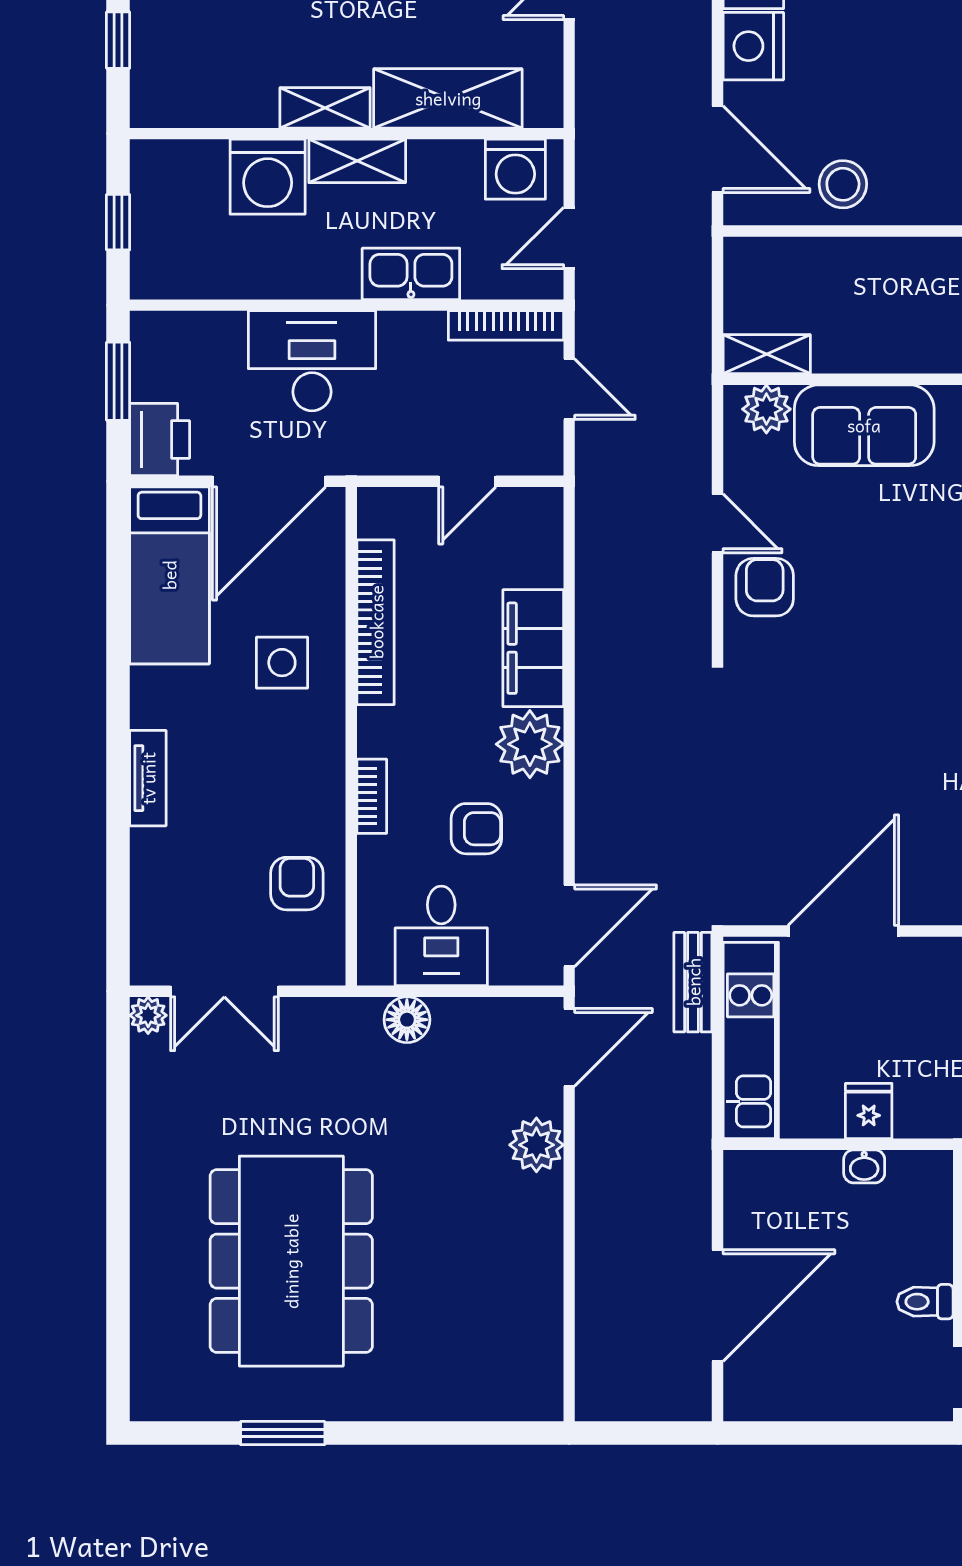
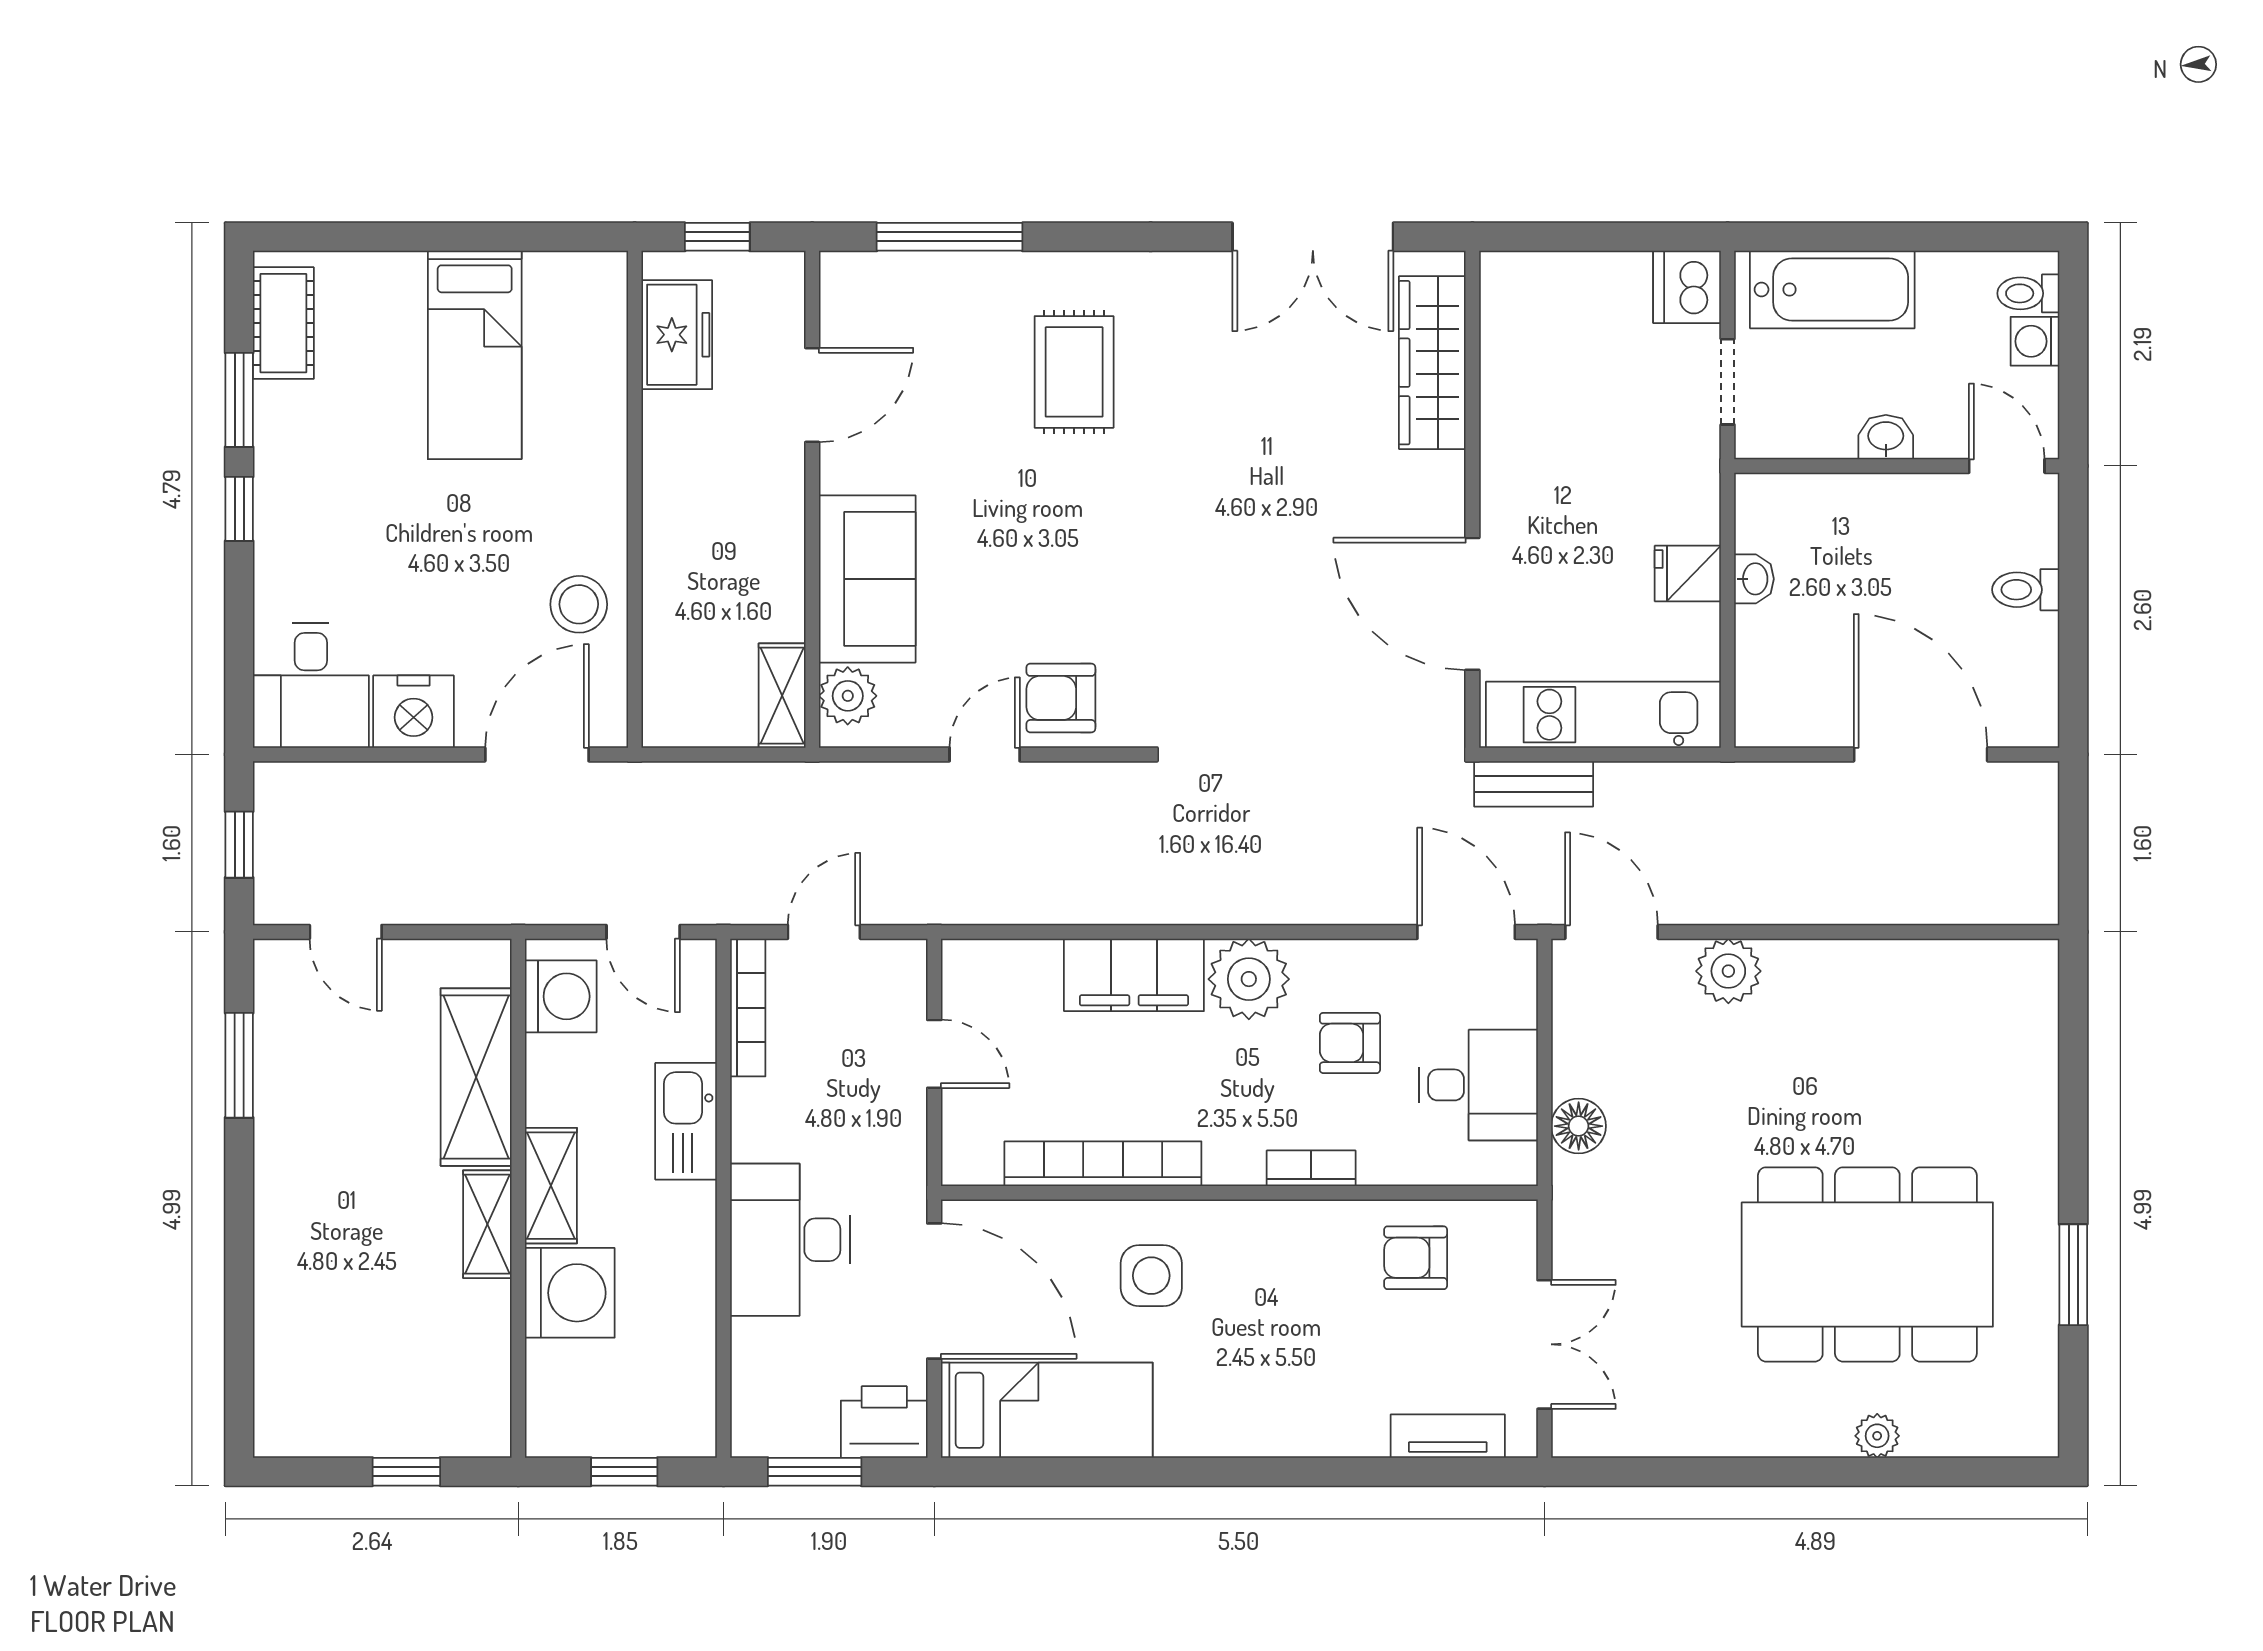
tv unit: (148, 778) -> (1448, 1436), moved
armchair: (476, 829) -> (1350, 1043), turned -90
plant: (148, 1015) -> (1877, 1436), moved
toilet: (925, 1302) -> (2026, 590), moved, turned 90

